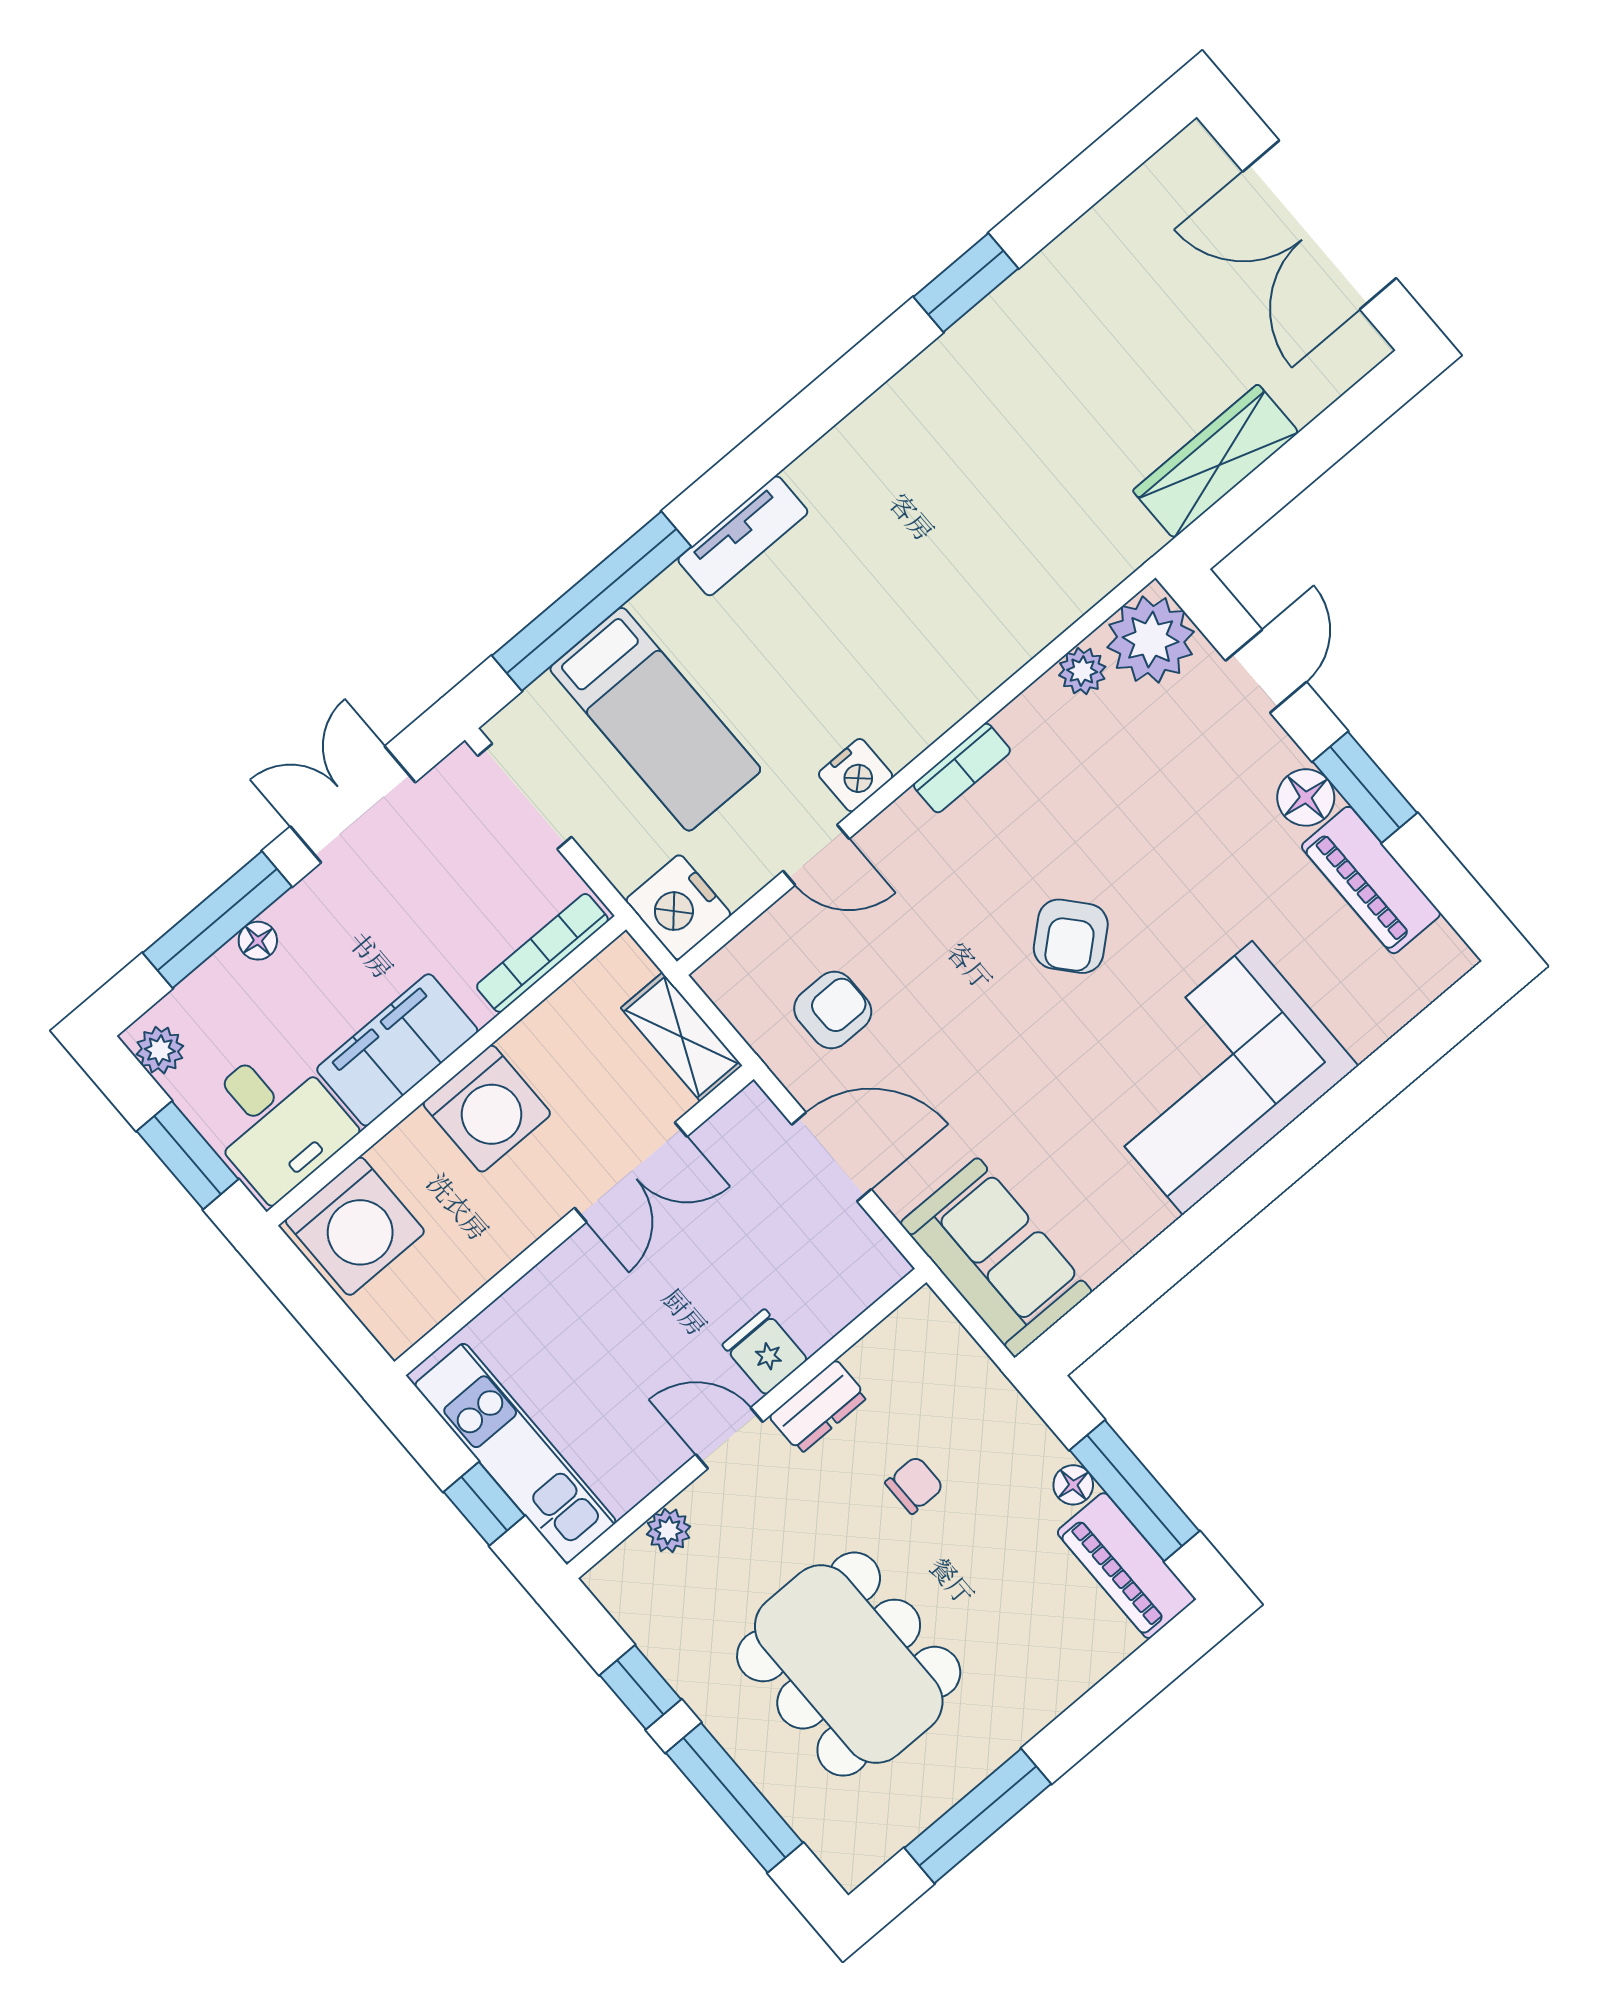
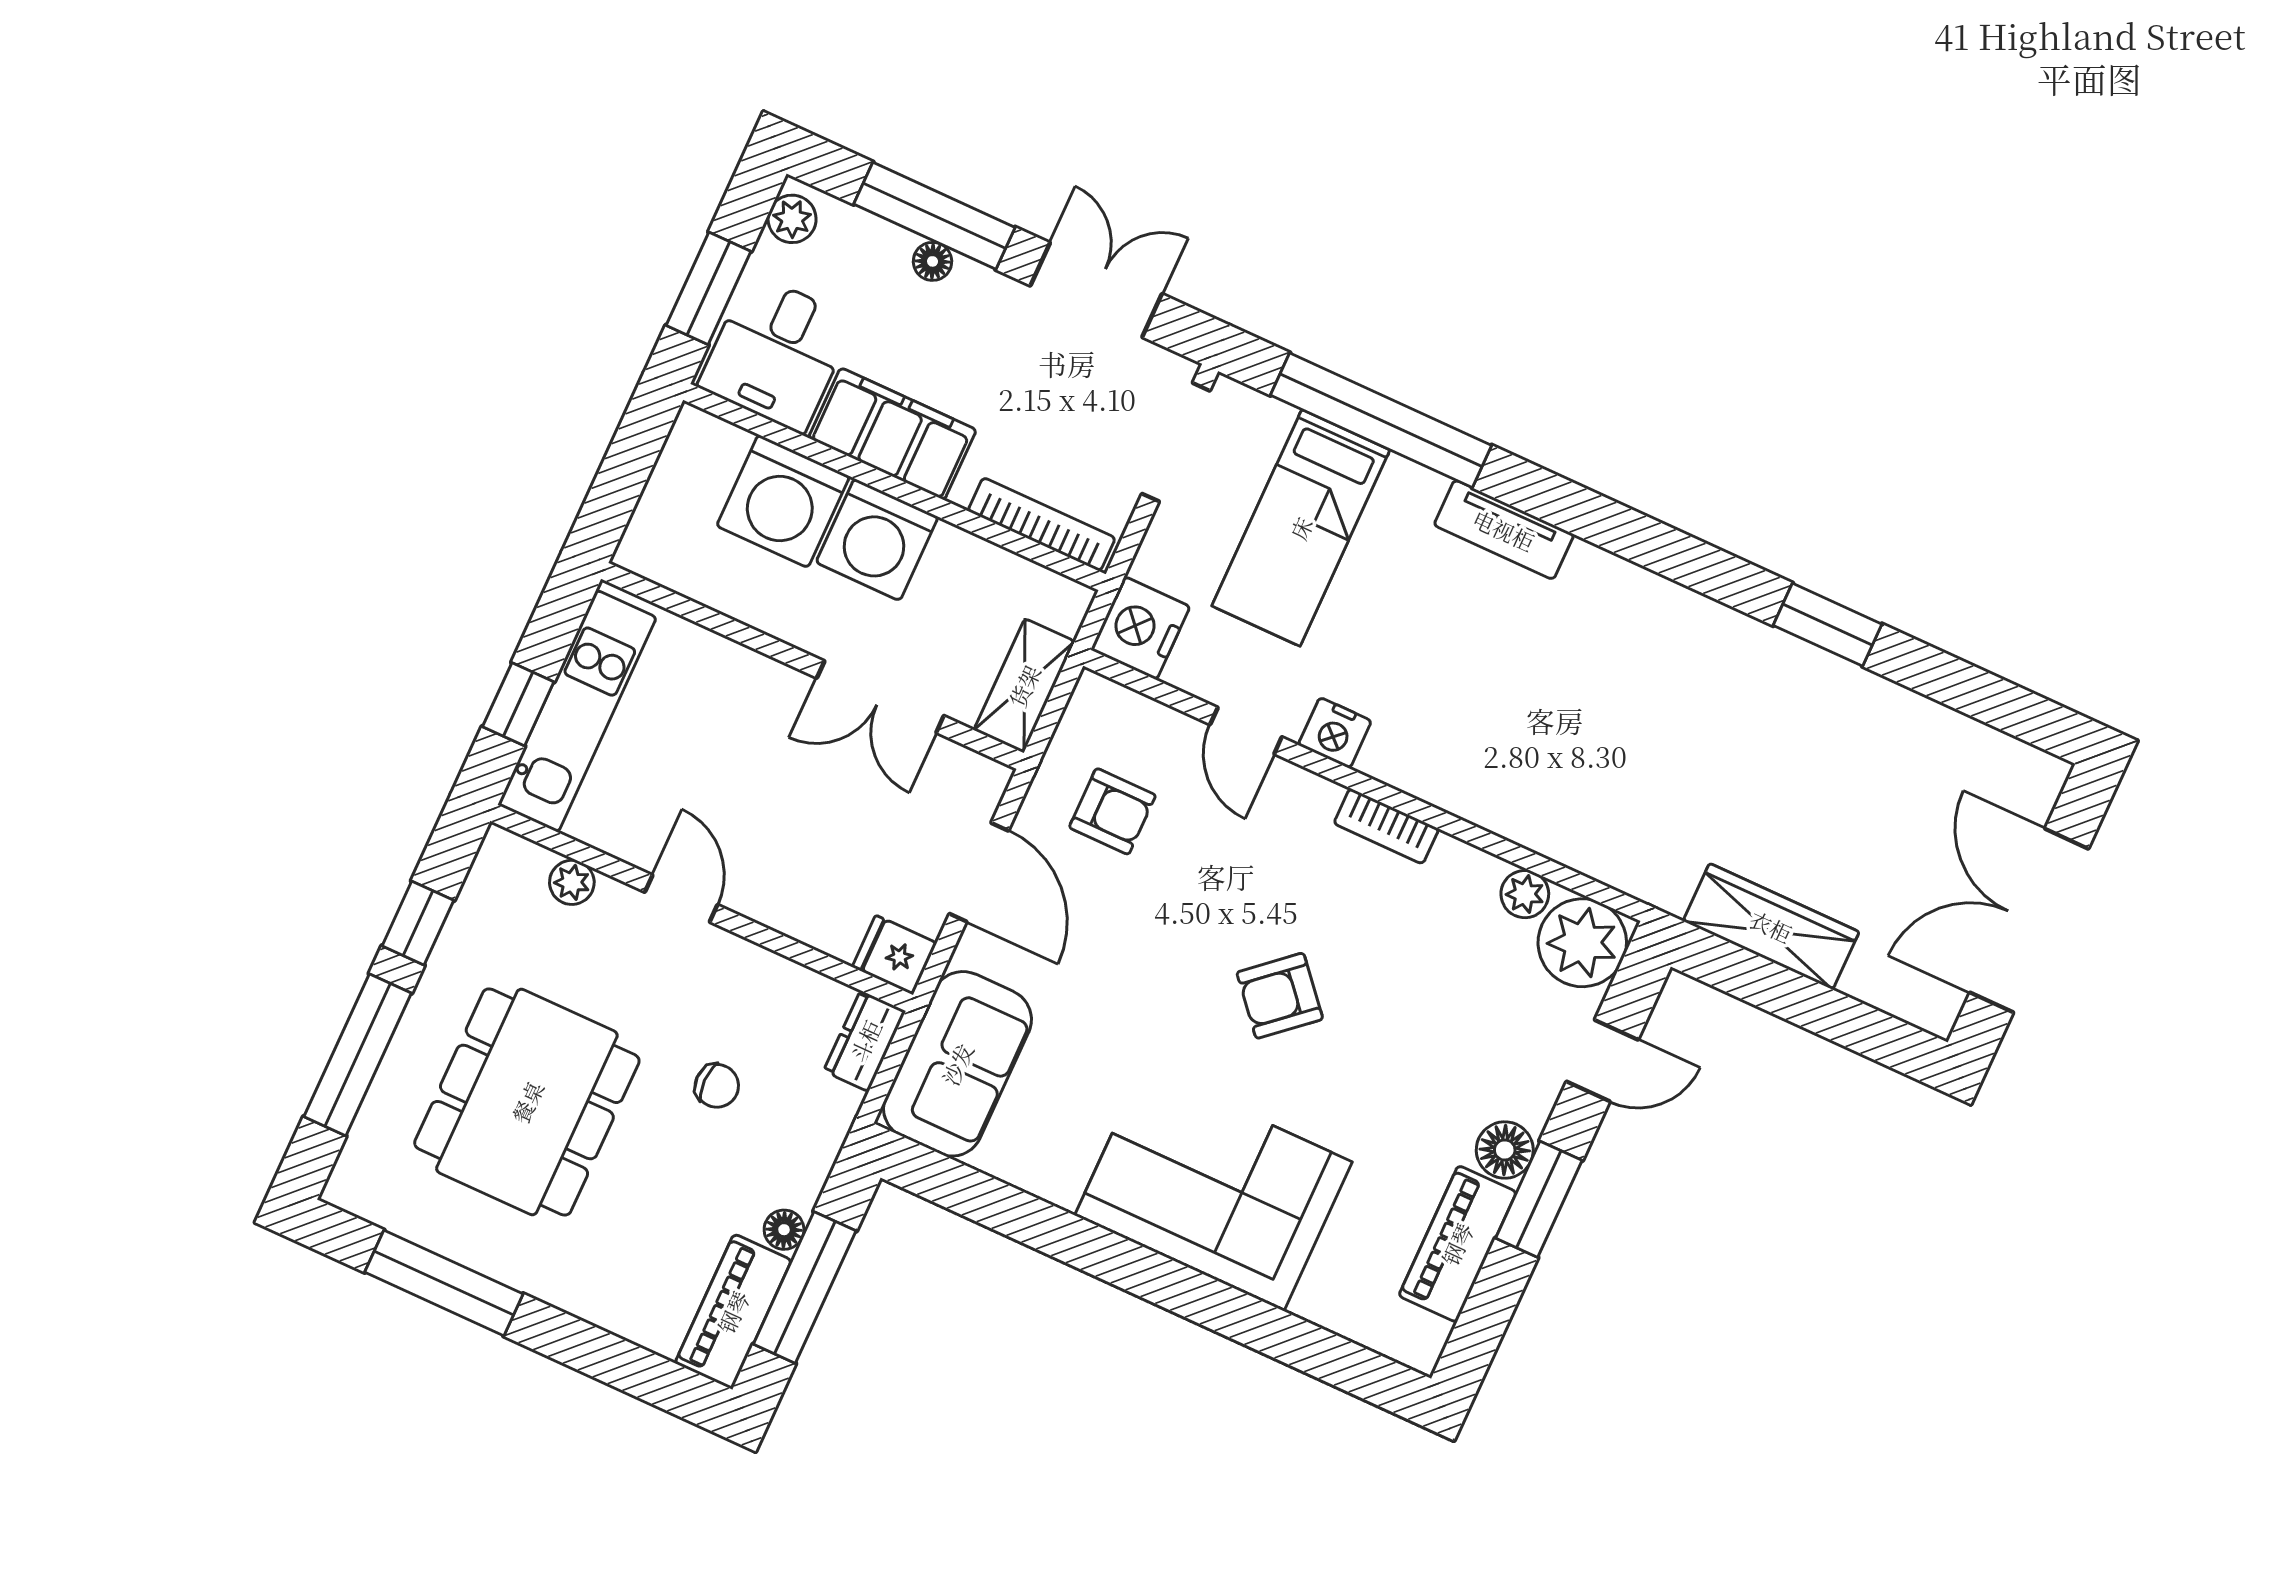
washing machine: (355, 1226) -> (783, 501), moved
fridge: (765, 1352) -> (895, 955), moved, turned -90
dresser: (818, 1407) -> (865, 1041), moved, turned 90

